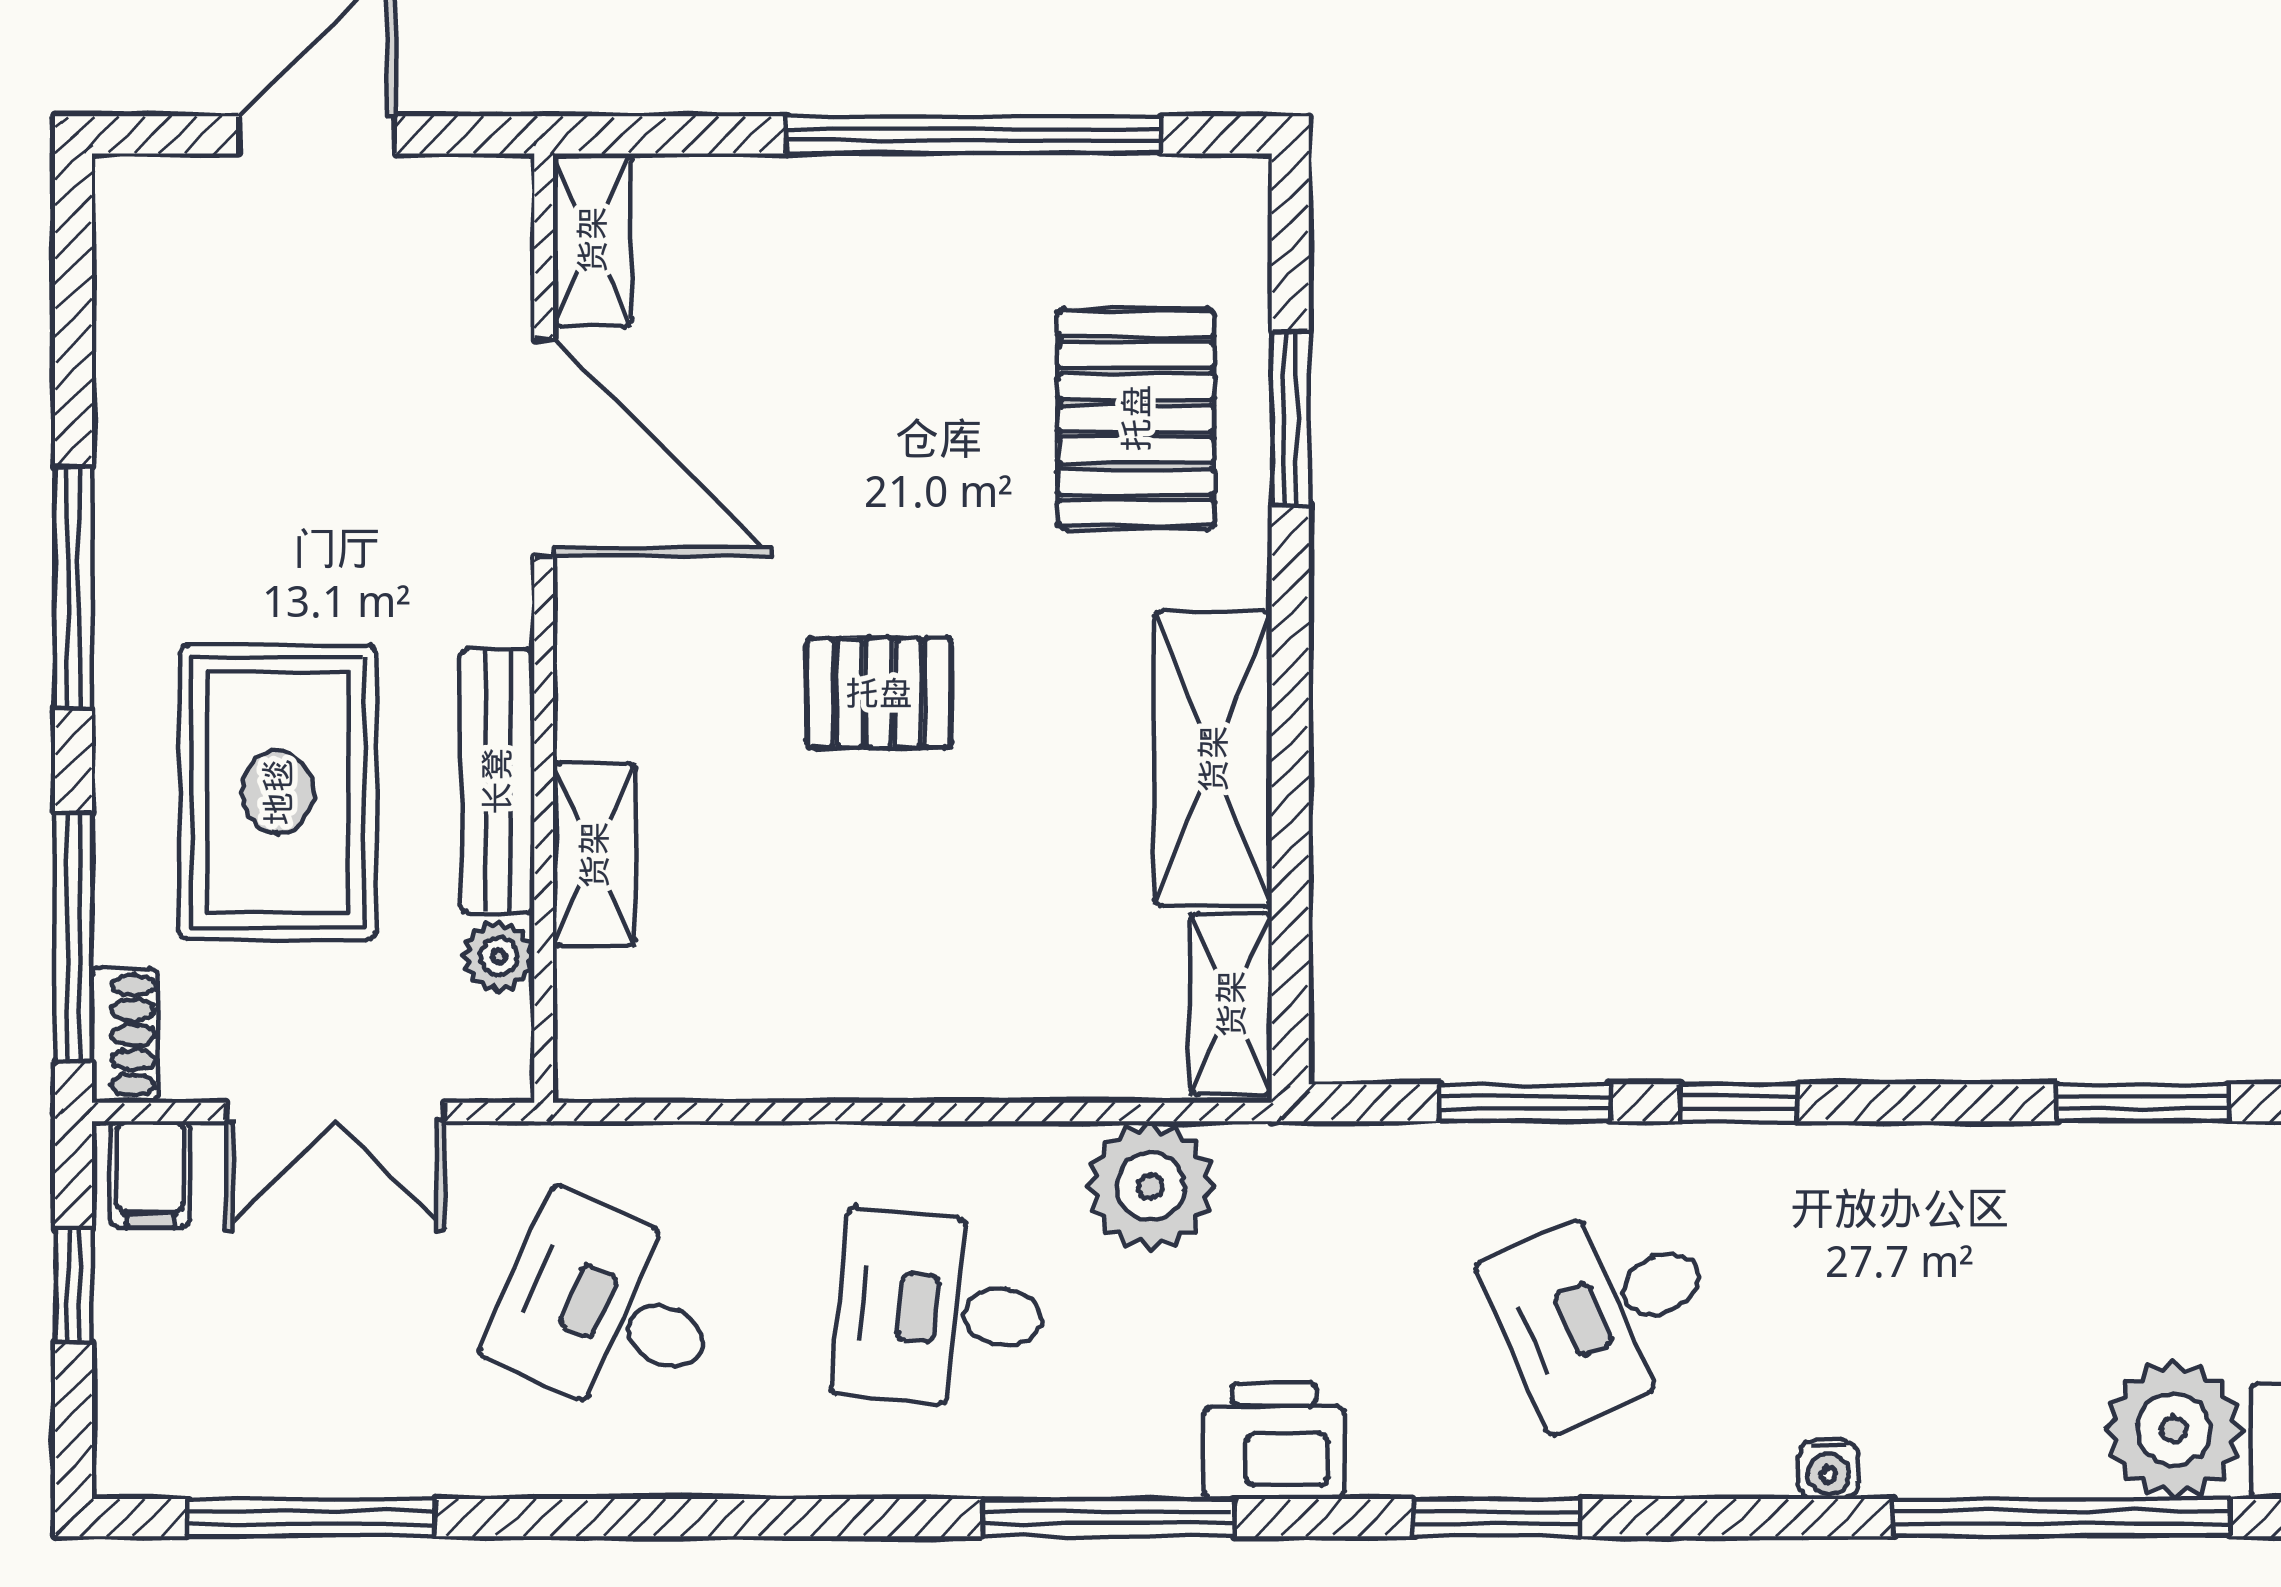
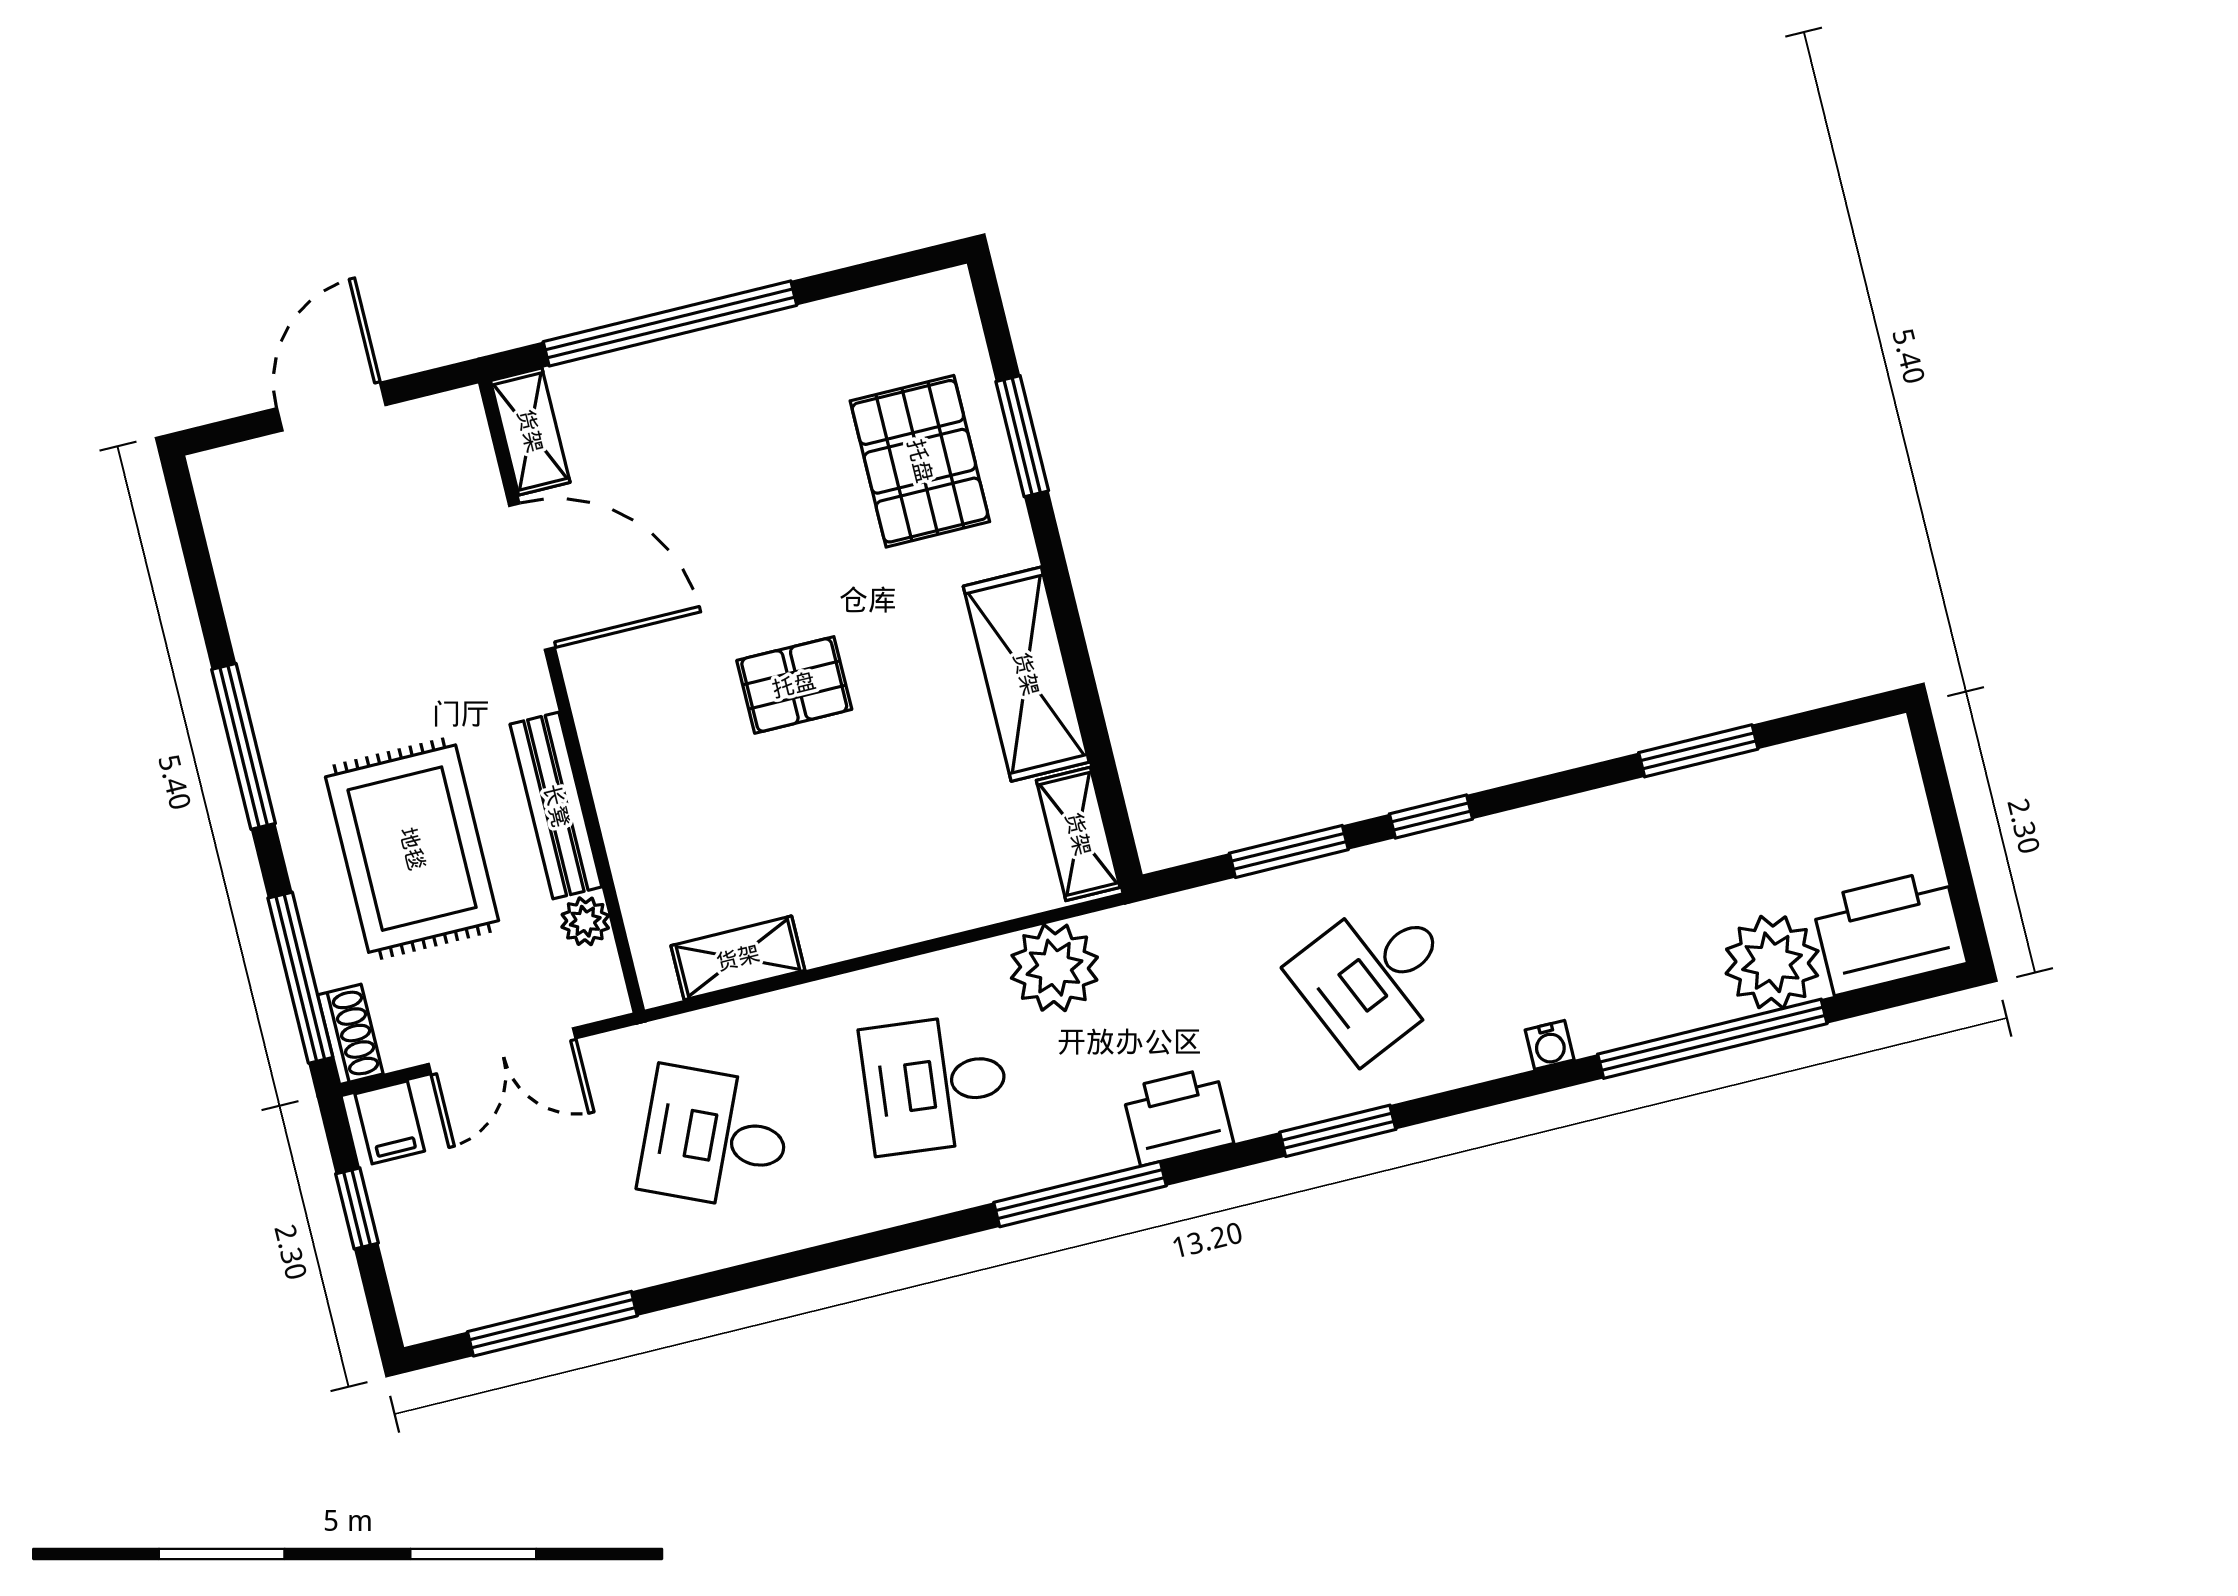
window: (974, 135) -> (670, 323), moved
shelving: (594, 855) -> (738, 958), moved, turned 90

